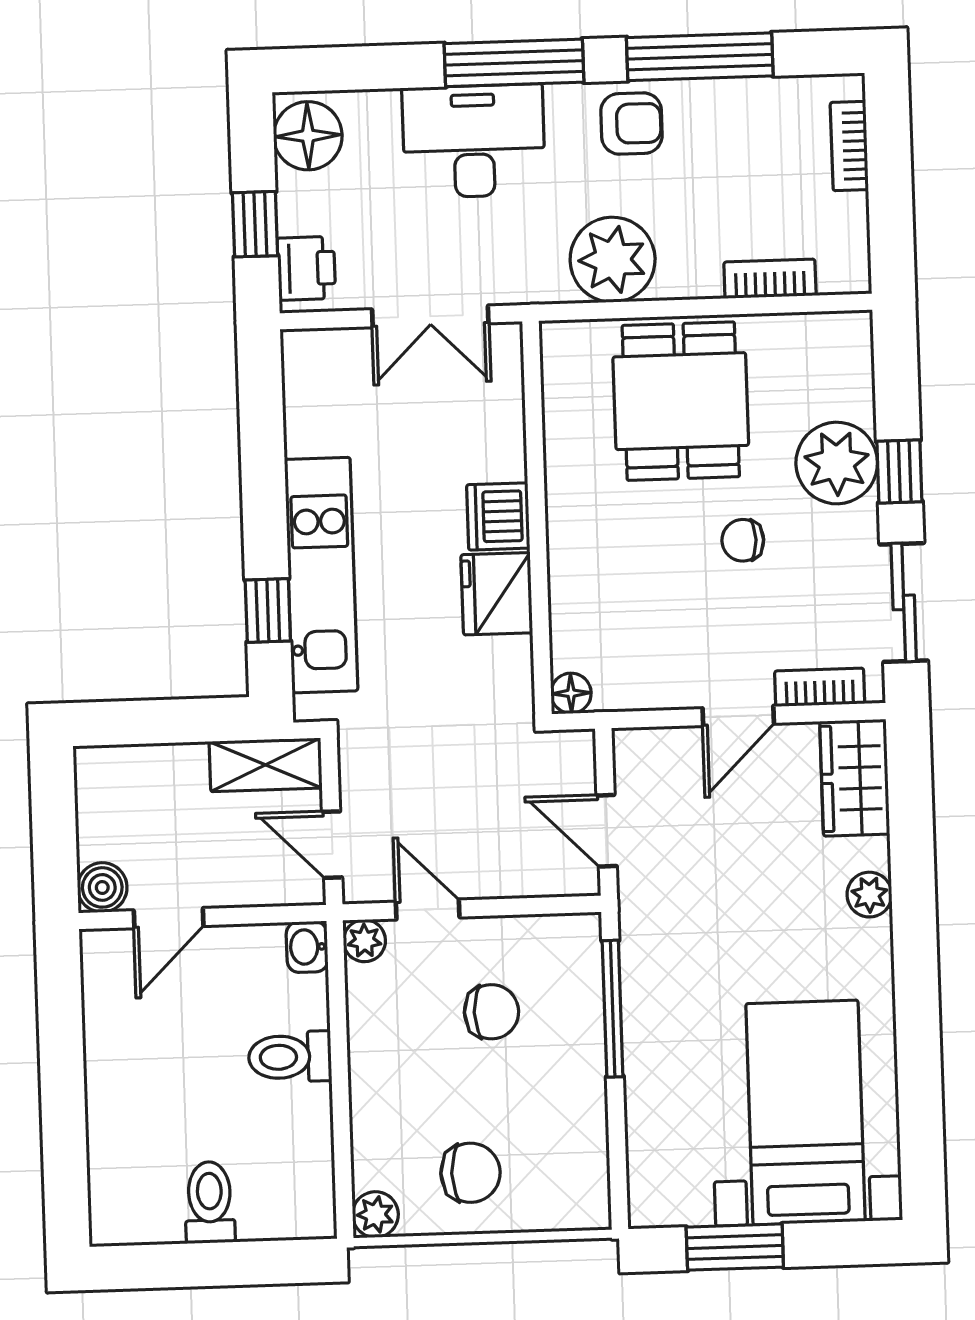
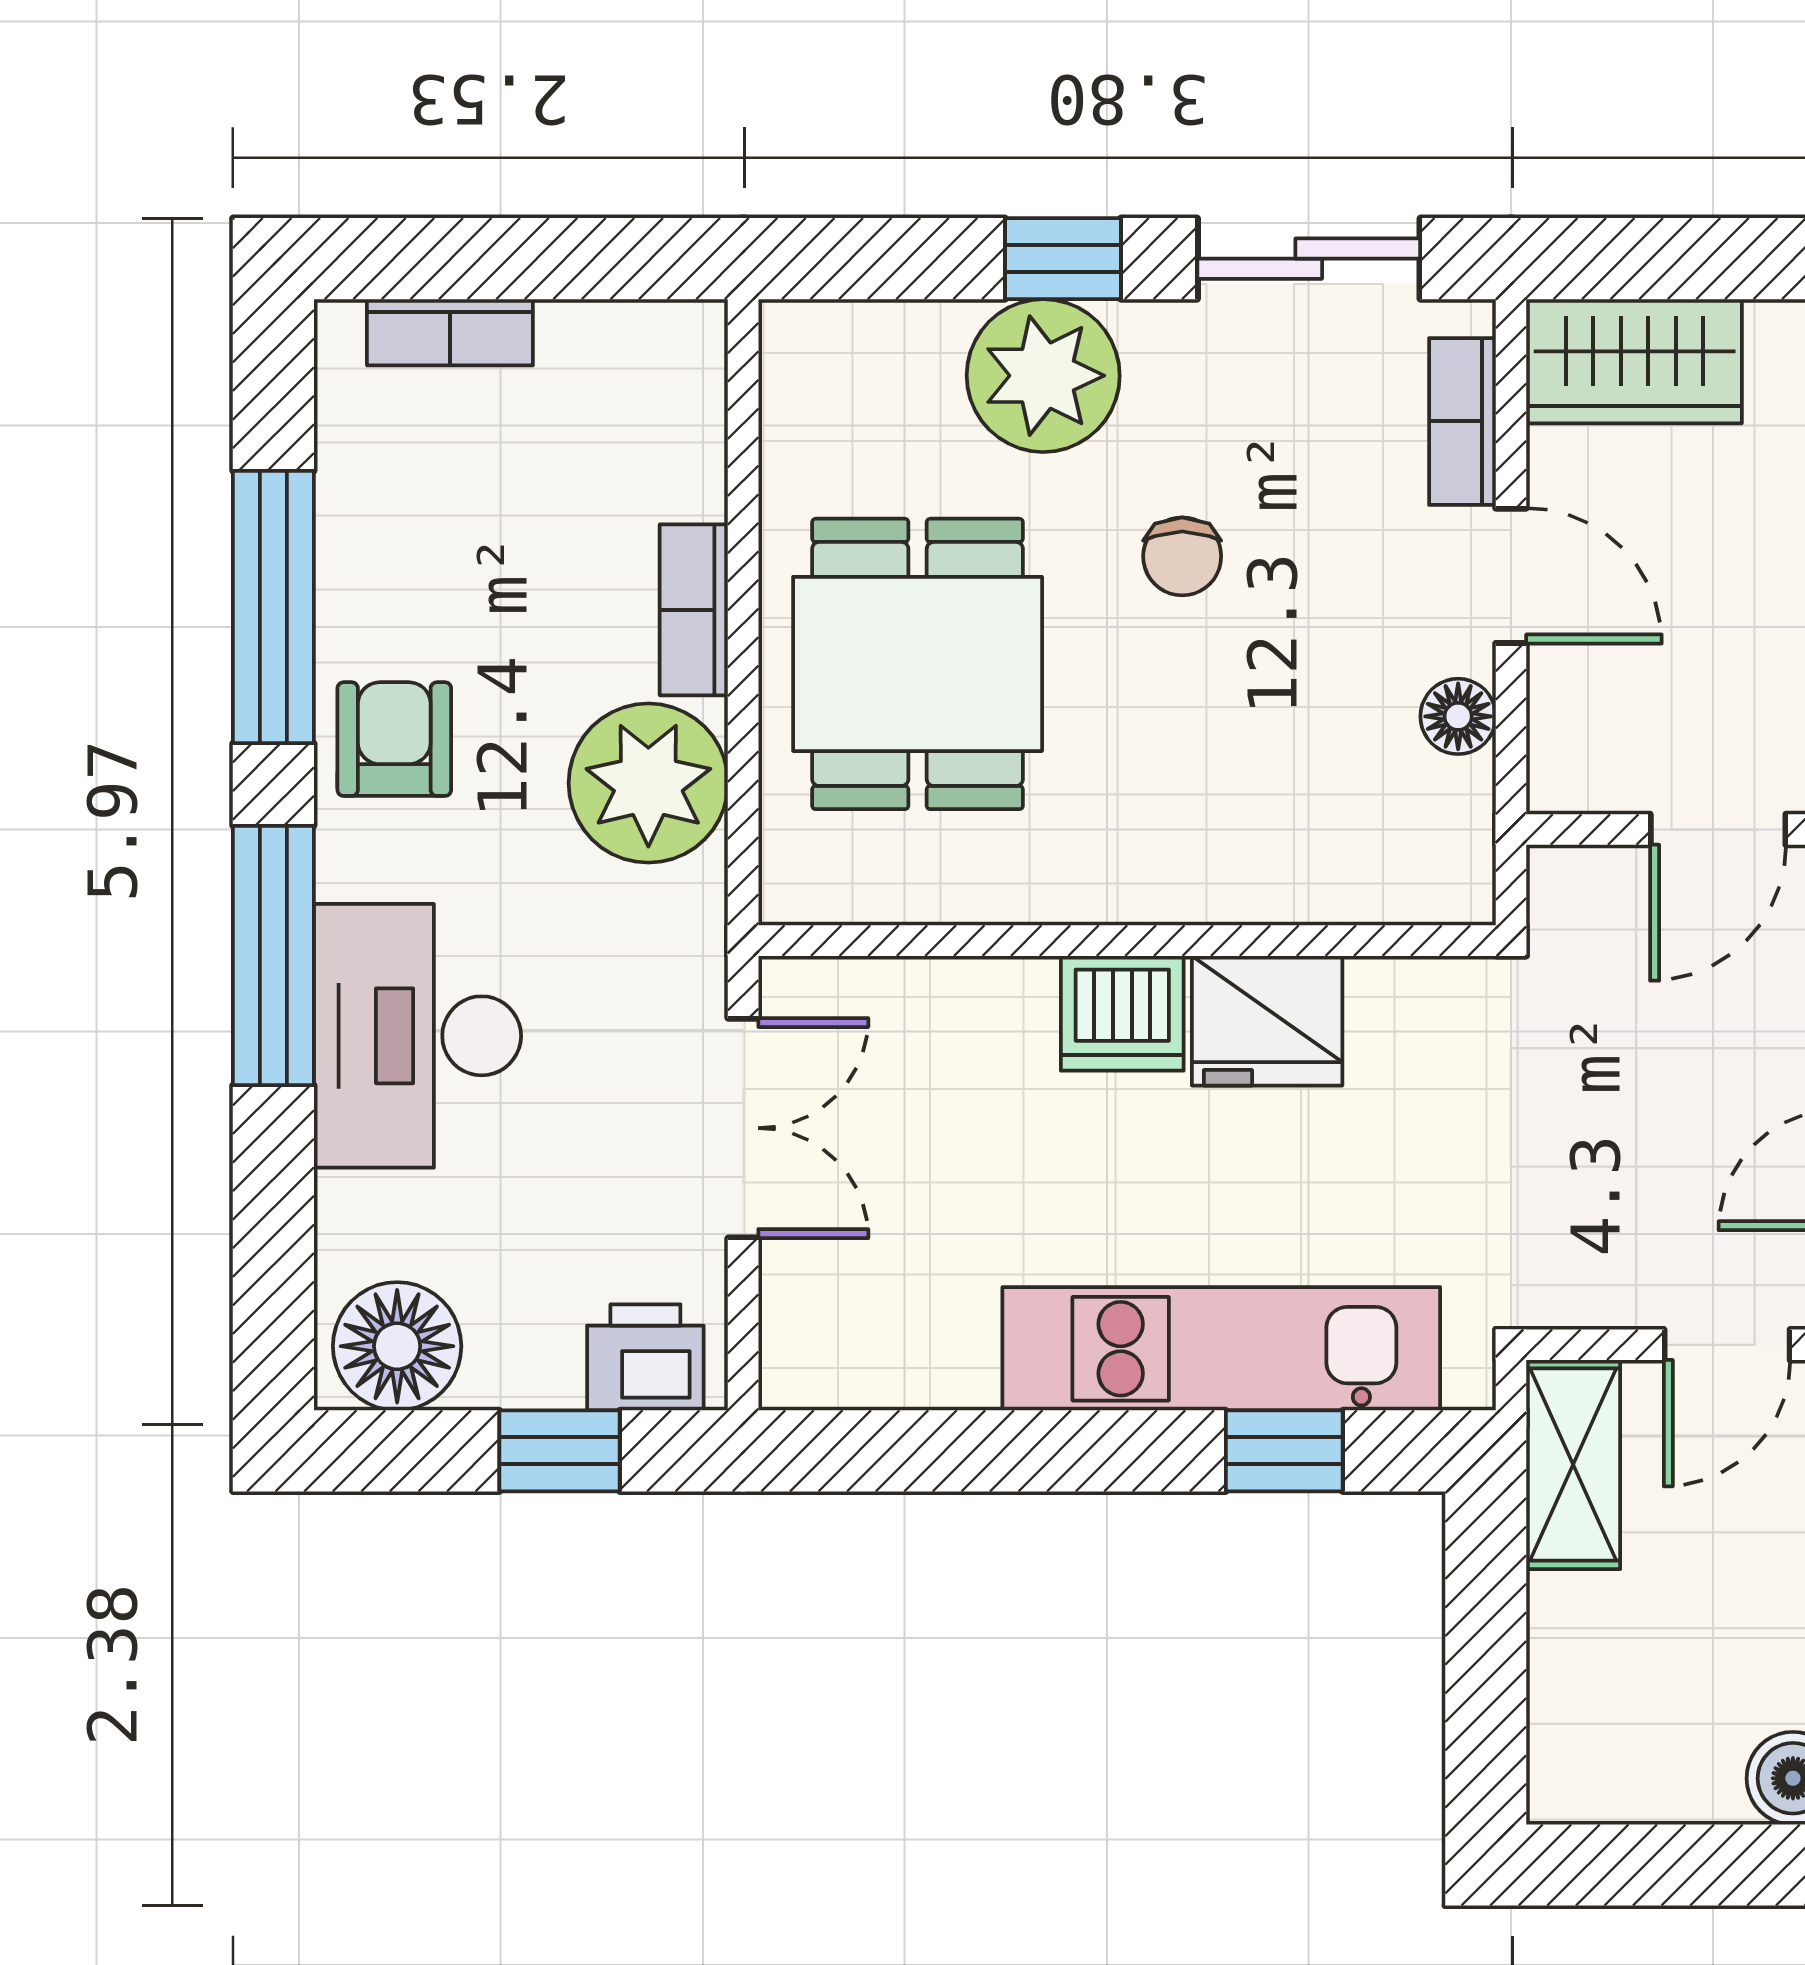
bookcase: (770, 279) -> (694, 610), moved
dining table: (681, 401) -> (918, 664), turned 90
floor lamp: (571, 693) -> (1458, 716), moved

